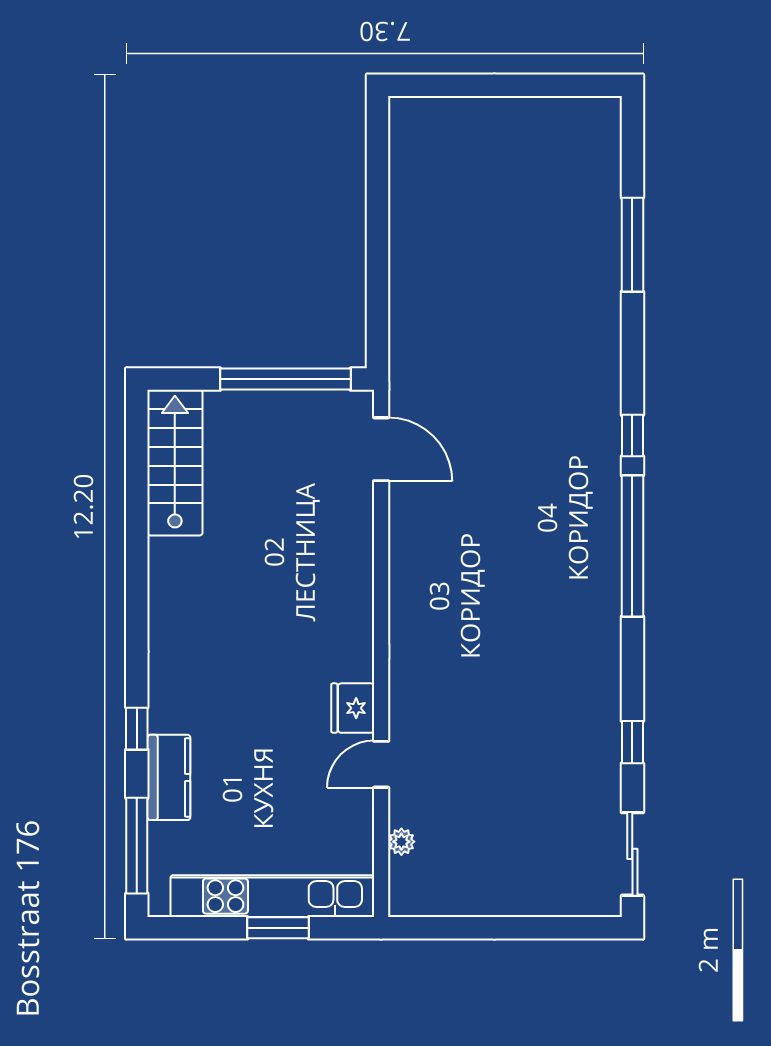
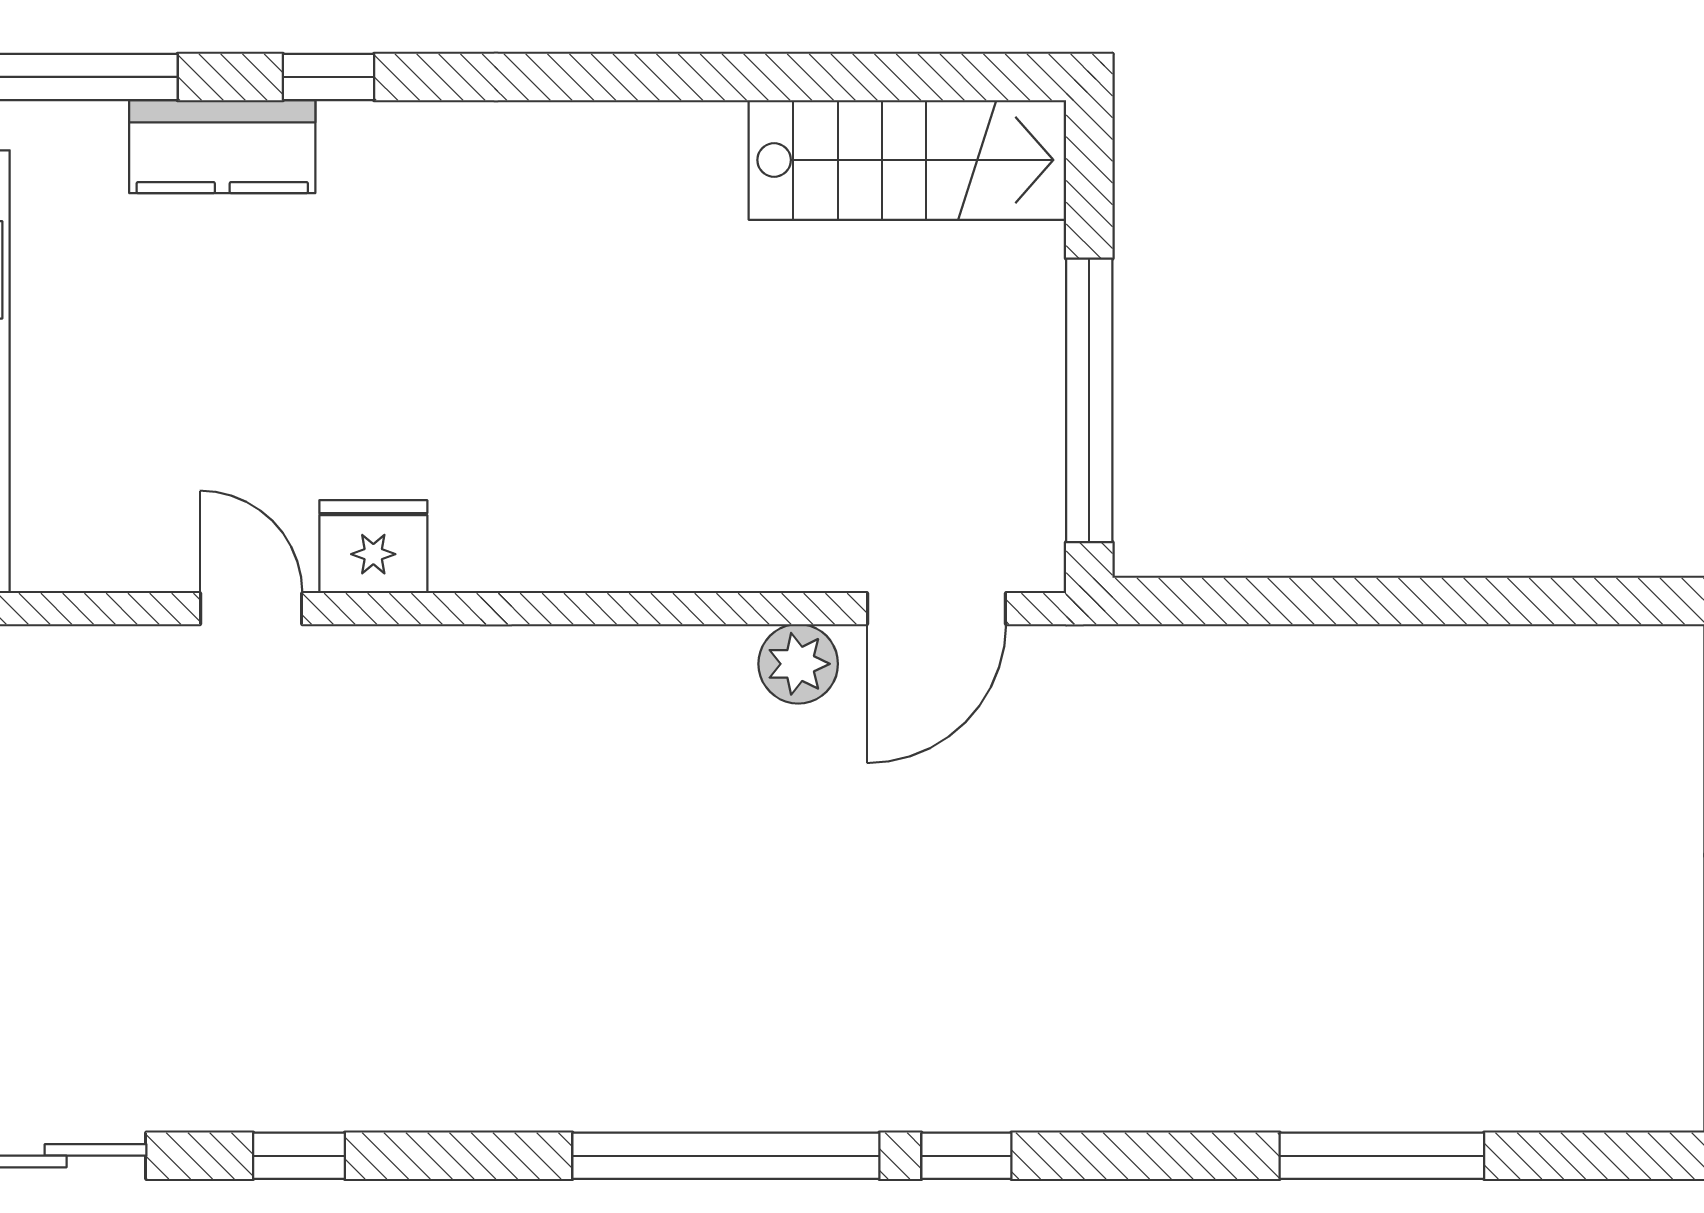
plant: (401, 842) -> (798, 664), moved, width x1.38, depth x1.38

